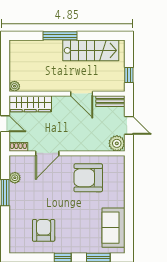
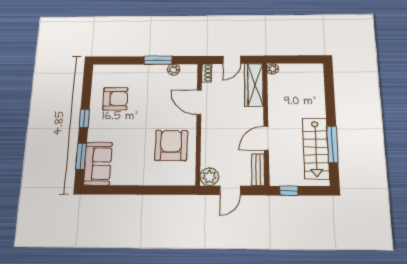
window: (60, 36) -> (332, 144), moved
sofa: (113, 228) -> (98, 164), moved, turned 90

